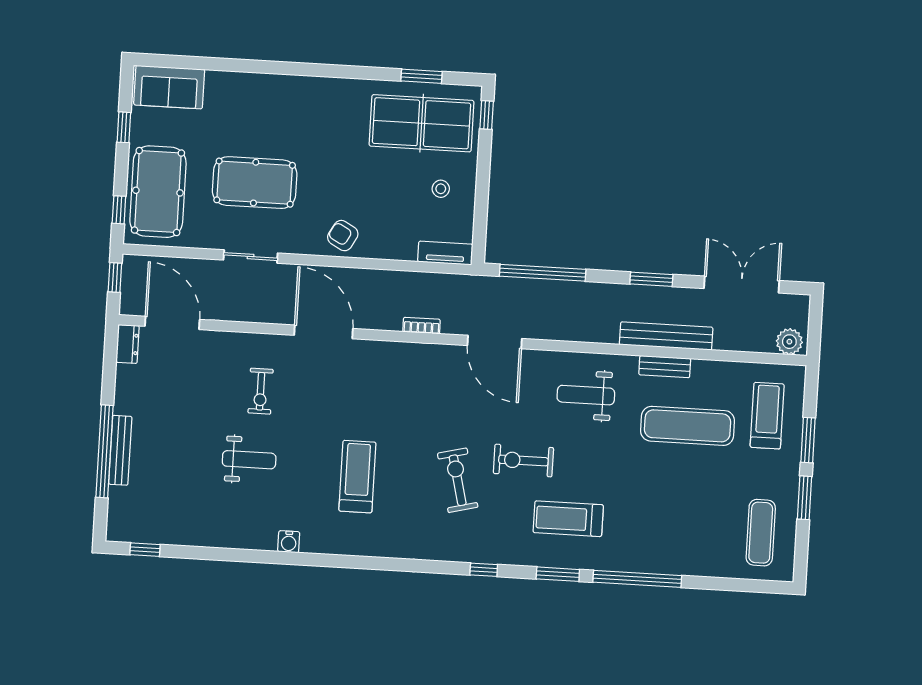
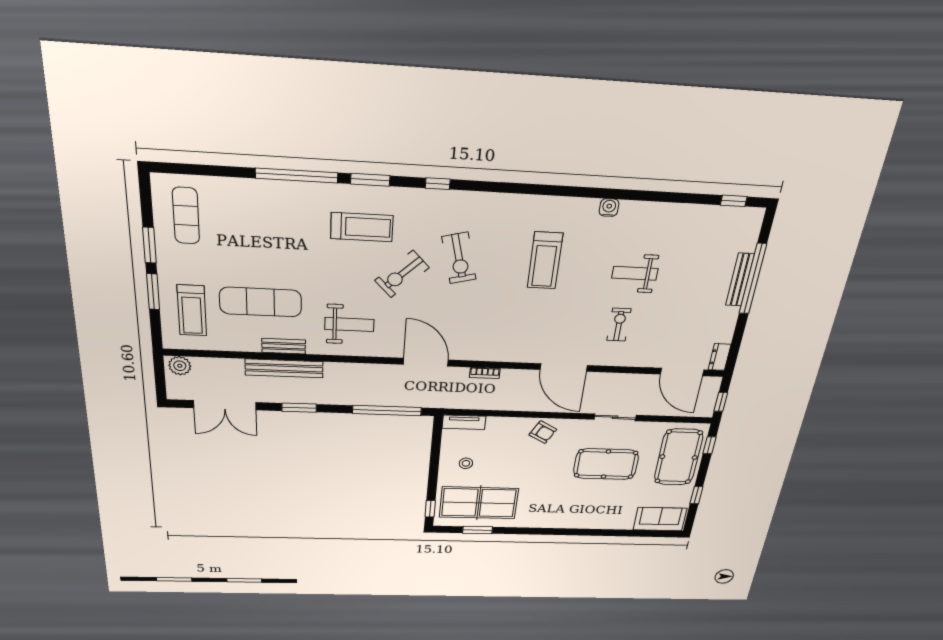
exercise bike: (523, 461) -> (402, 274), turned 136

